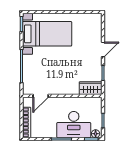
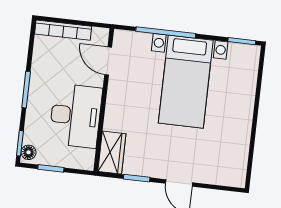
bed with nightstands: (47, 34) -> (186, 82), moved
desk: (74, 125) -> (76, 116), moved, turned 180

